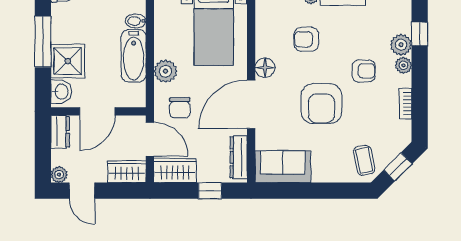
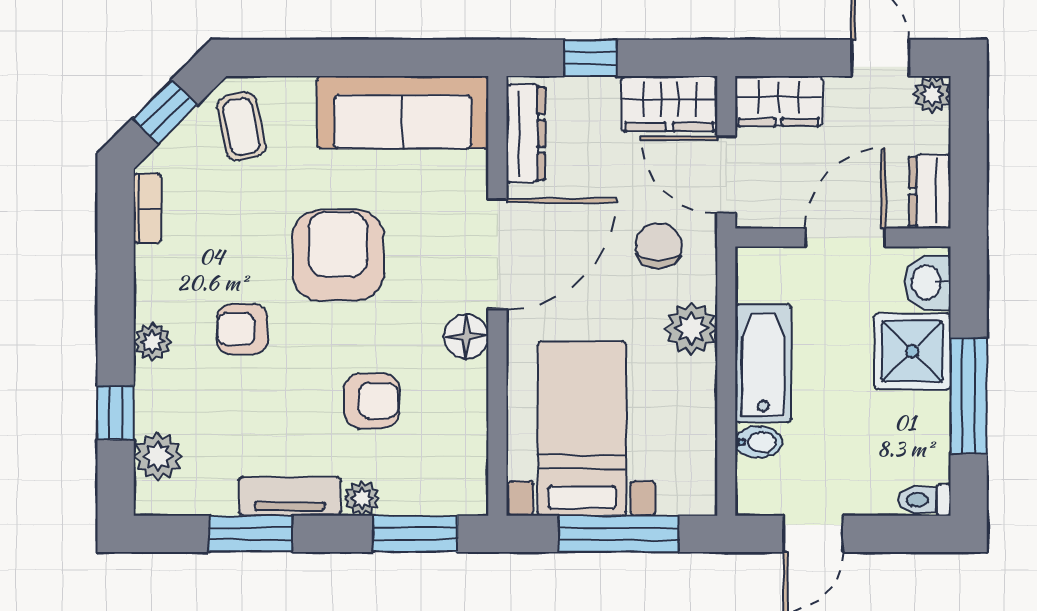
plant: (401, 45) -> (158, 456), moved
bookcase: (406, 104) -> (148, 209), moved
sofa: (283, 167) -> (403, 112), width x1.36

